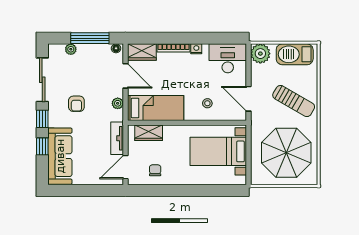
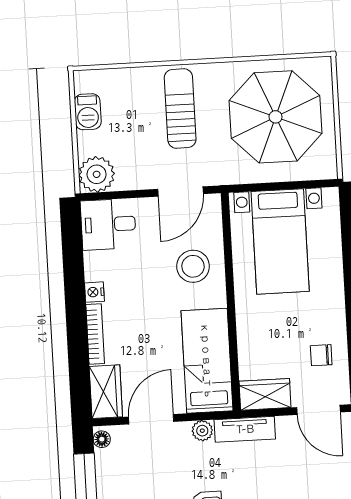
barbecue: (295, 54) -> (88, 112), width x0.53, depth x0.65
desk: (228, 58) -> (108, 224), width x0.73
sun lounger: (294, 101) -> (180, 108), turned -30
stool: (207, 103) -> (193, 266), width x1.89, depth x1.89
wardrobe: (149, 133) -> (265, 394), moved, turned -90
tv unit: (117, 138) -> (245, 429), moved

